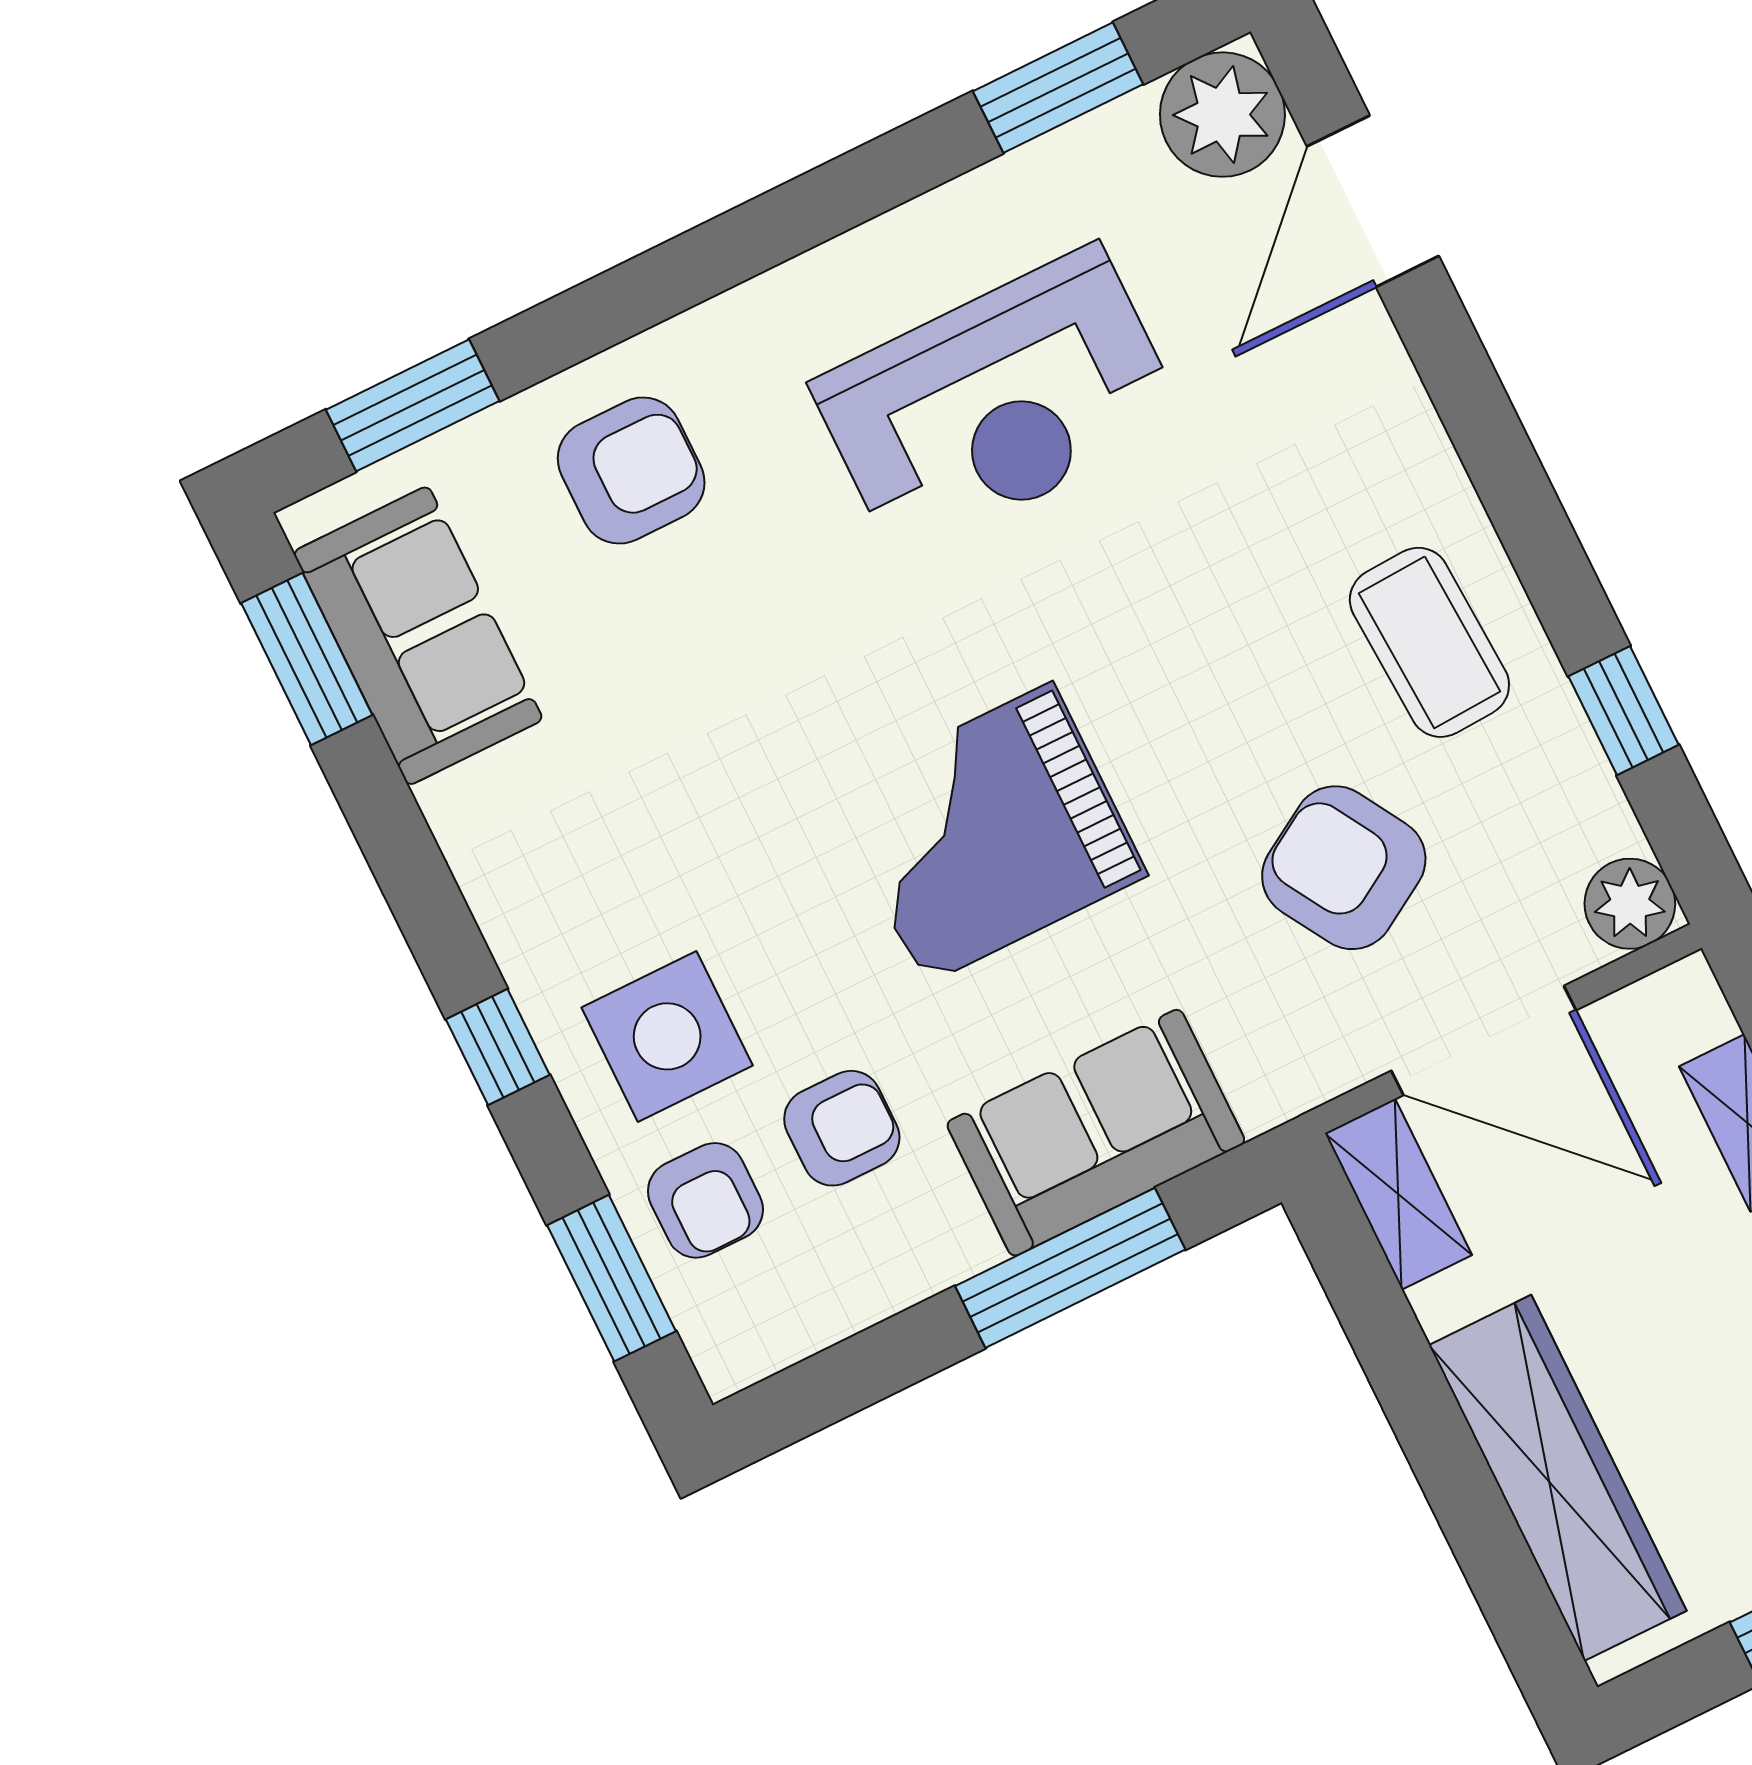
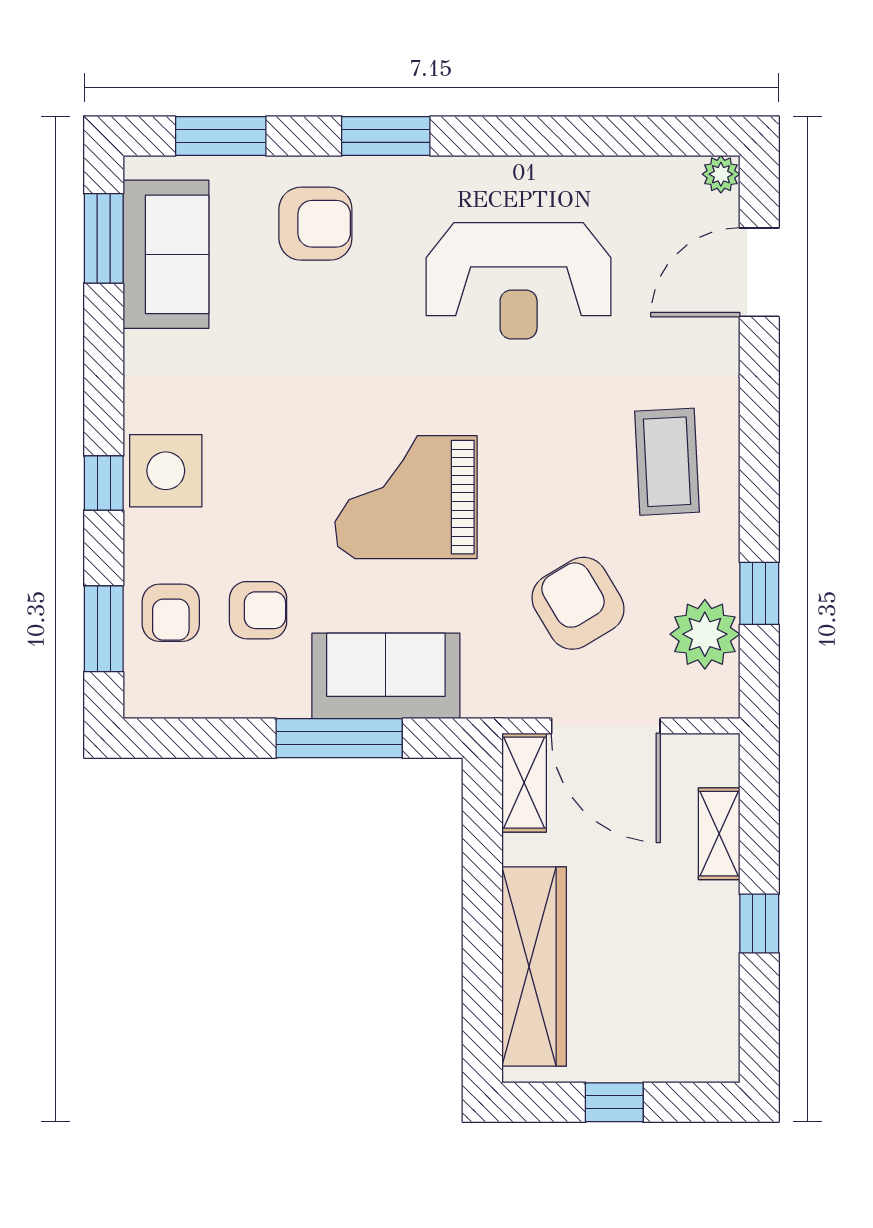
window: (1058, 88) -> (386, 136), moved
plant: (1222, 115) -> (721, 174), width x0.53, depth x0.53
coffee table: (1429, 642) -> (667, 462), moved
plant: (1630, 904) -> (705, 634), moved, width x1.36, depth x1.36
side table: (667, 1036) -> (166, 471), moved

